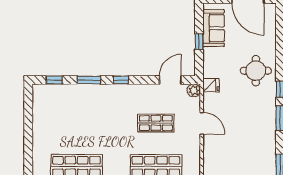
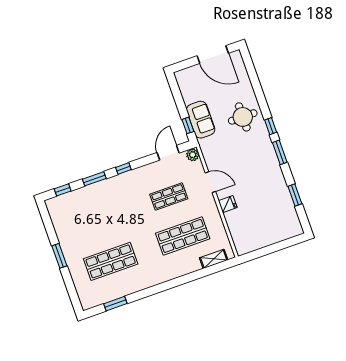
sofa: (214, 28) -> (201, 120), moved
window: (199, 42) -> (188, 125), moved
fridge: (211, 85) -> (228, 204), moved
window: (28, 143) -> (59, 256), added

